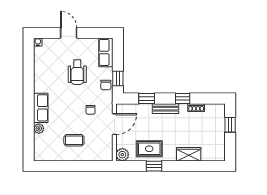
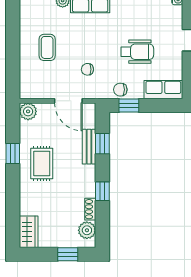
wheelchair: (77, 72) -> (137, 52), turned 180
bench: (165, 109) -> (89, 147), moved
plant: (212, 110) -> (87, 230), added
rug: (149, 149) -> (42, 163), moved
wardrobe: (189, 154) -> (29, 232), moved

